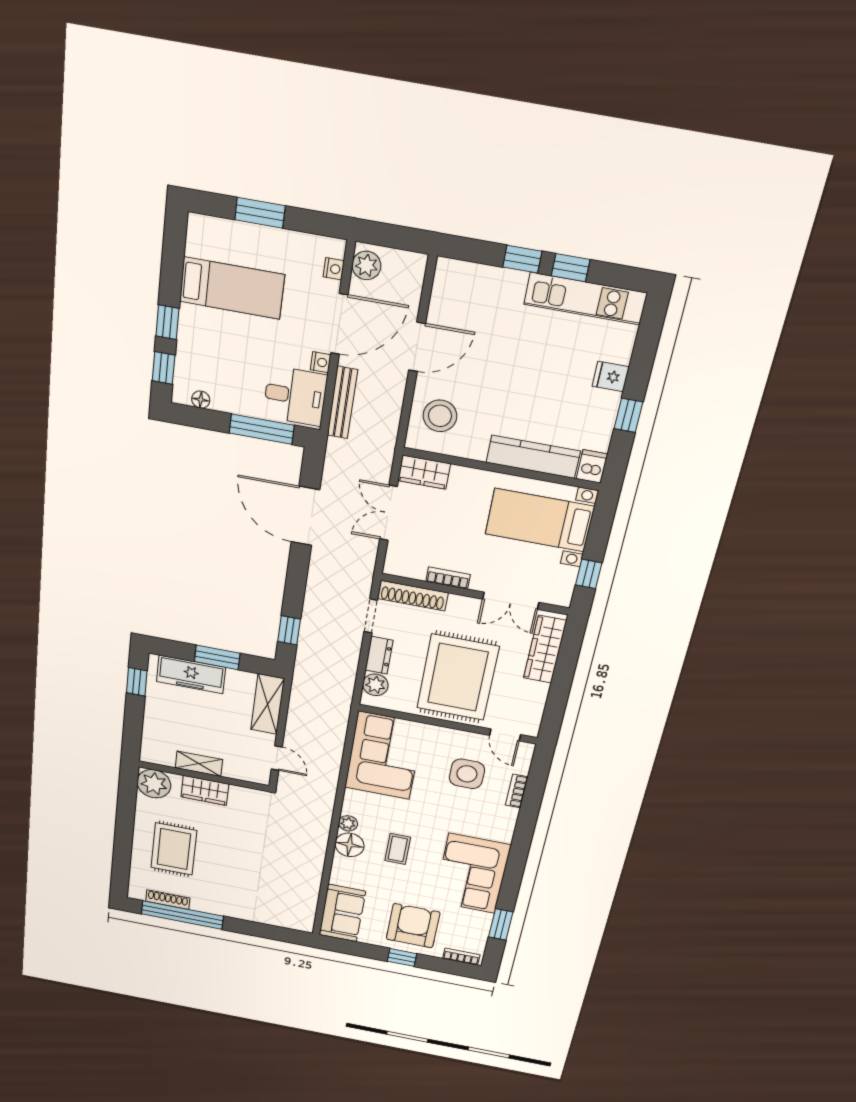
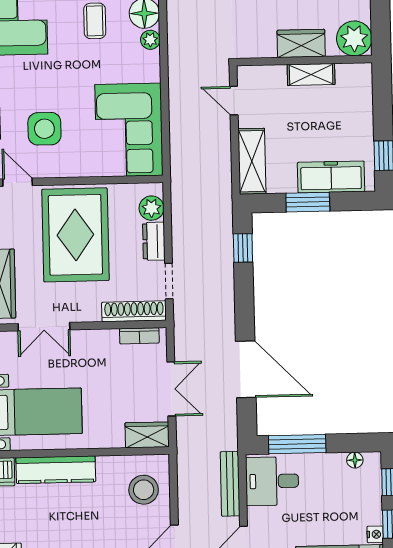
nightstand: (321, 362) -> (375, 534), moved, turned 180
bookcase: (448, 578) -> (139, 336), moved
double door: (511, 601) -> (44, 327), swing flipped

